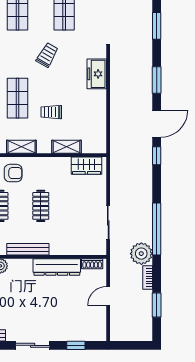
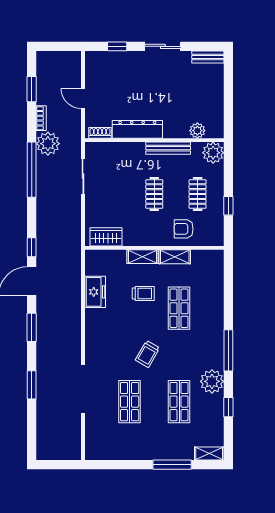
freezer: (97, 74) -> (95, 292), moved
shelving: (66, 147) -> (143, 257), moved
door: (108, 296) -> (83, 99), swing flipped

